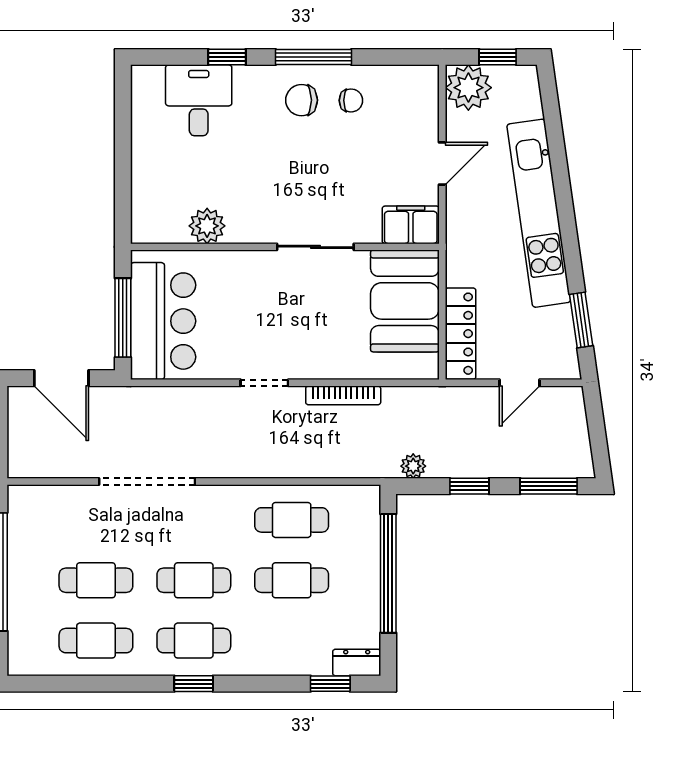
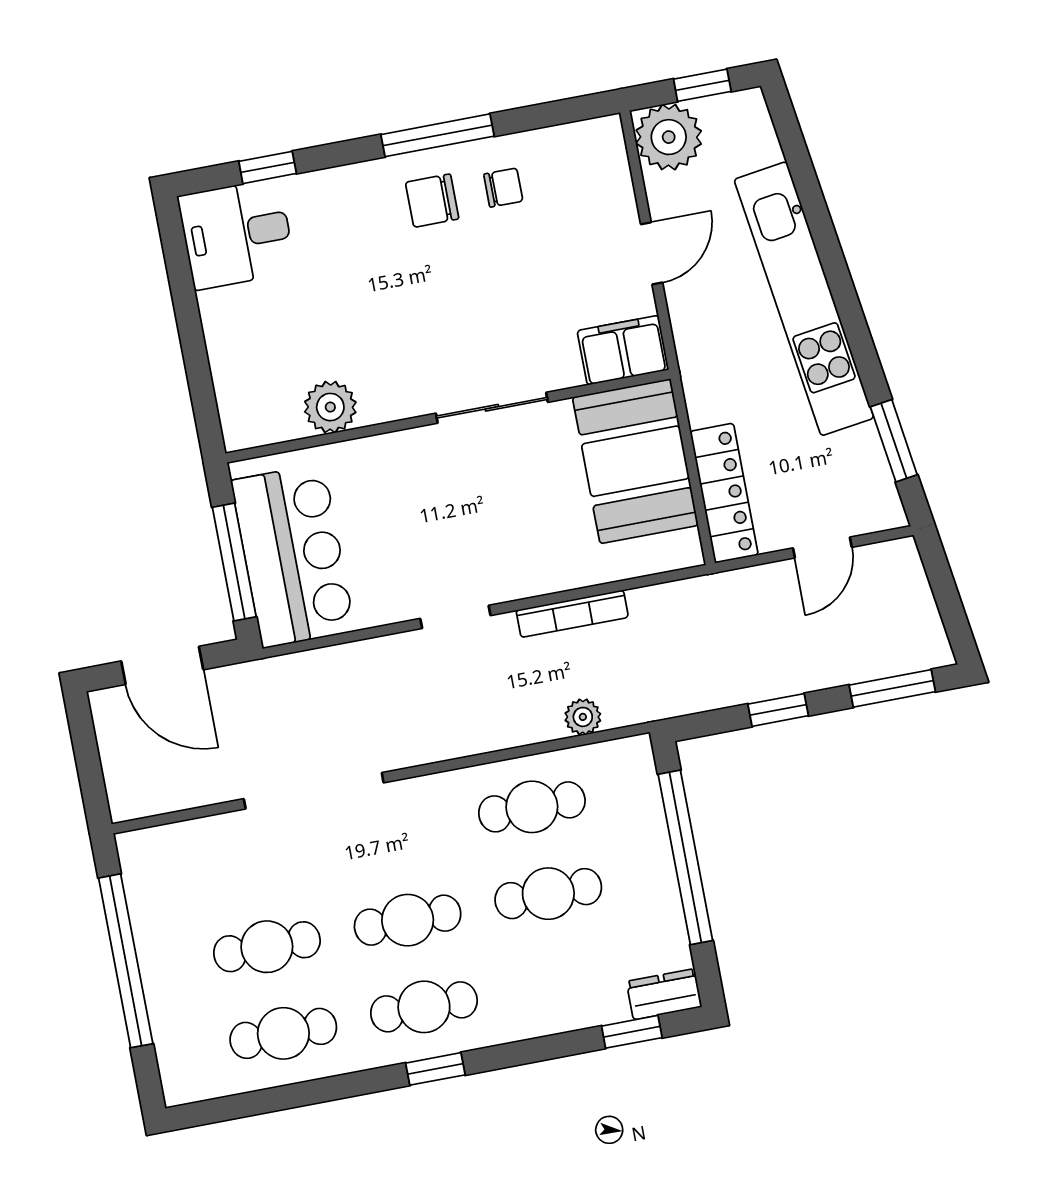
window: (227, 57) -> (268, 167), moved
desk: (199, 100) -> (237, 234), moved, turned -90
plant: (413, 466) -> (583, 717), moved

